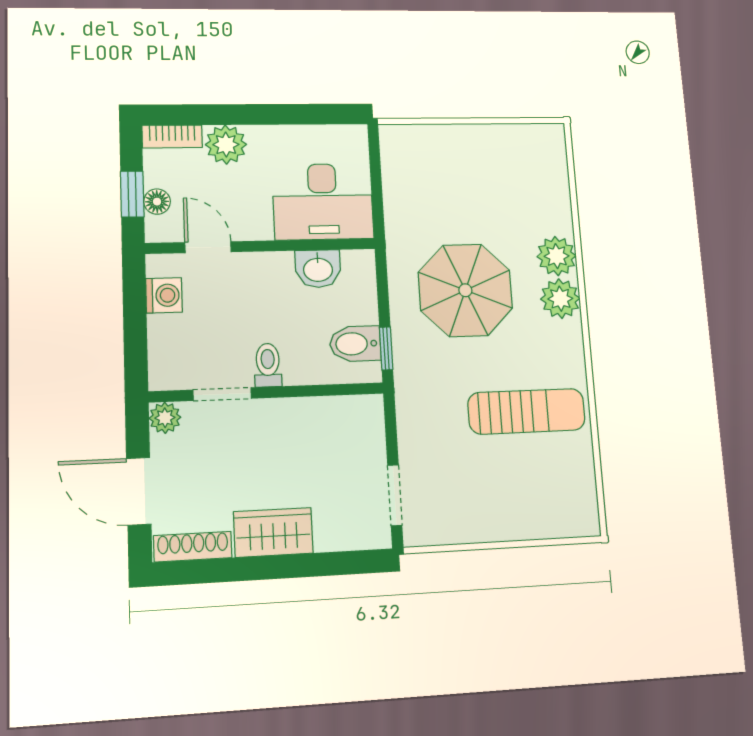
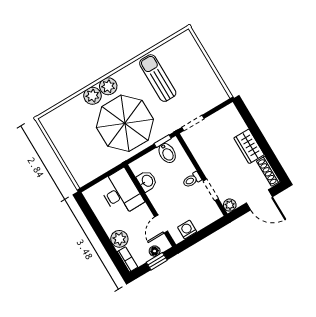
parasol: (465, 290) -> (125, 123), width x1.36, depth x1.36
door: (139, 491) -> (259, 200), hinge flipped
doorway: (395, 495) -> (193, 123), moved

